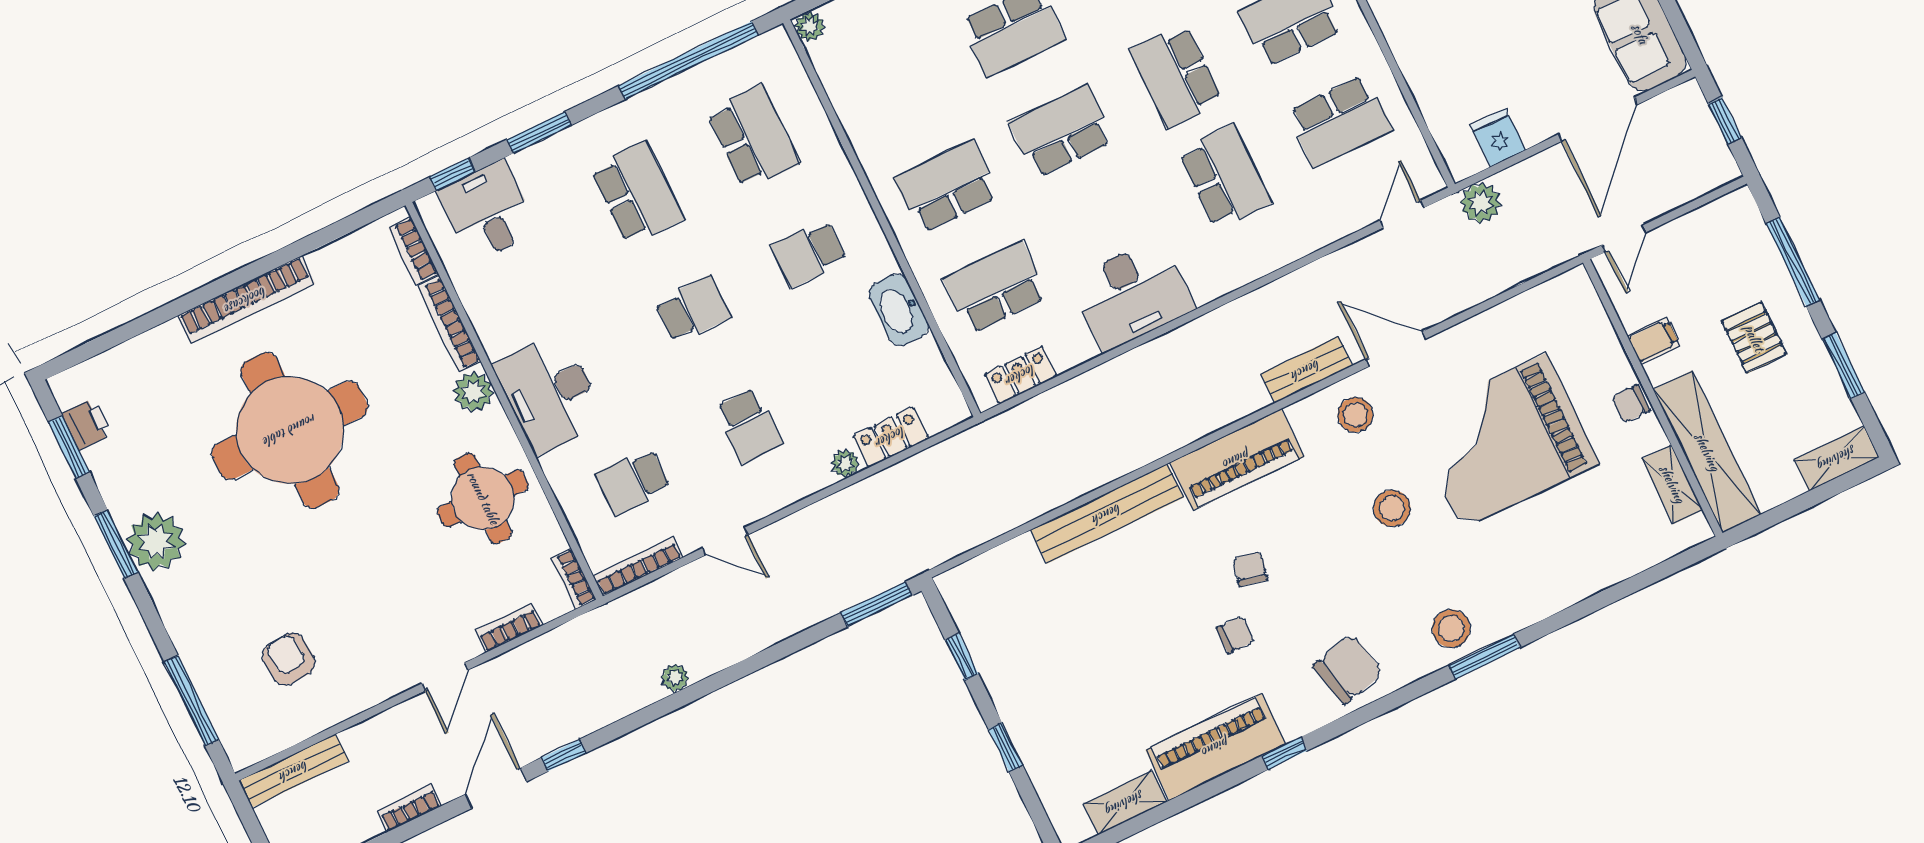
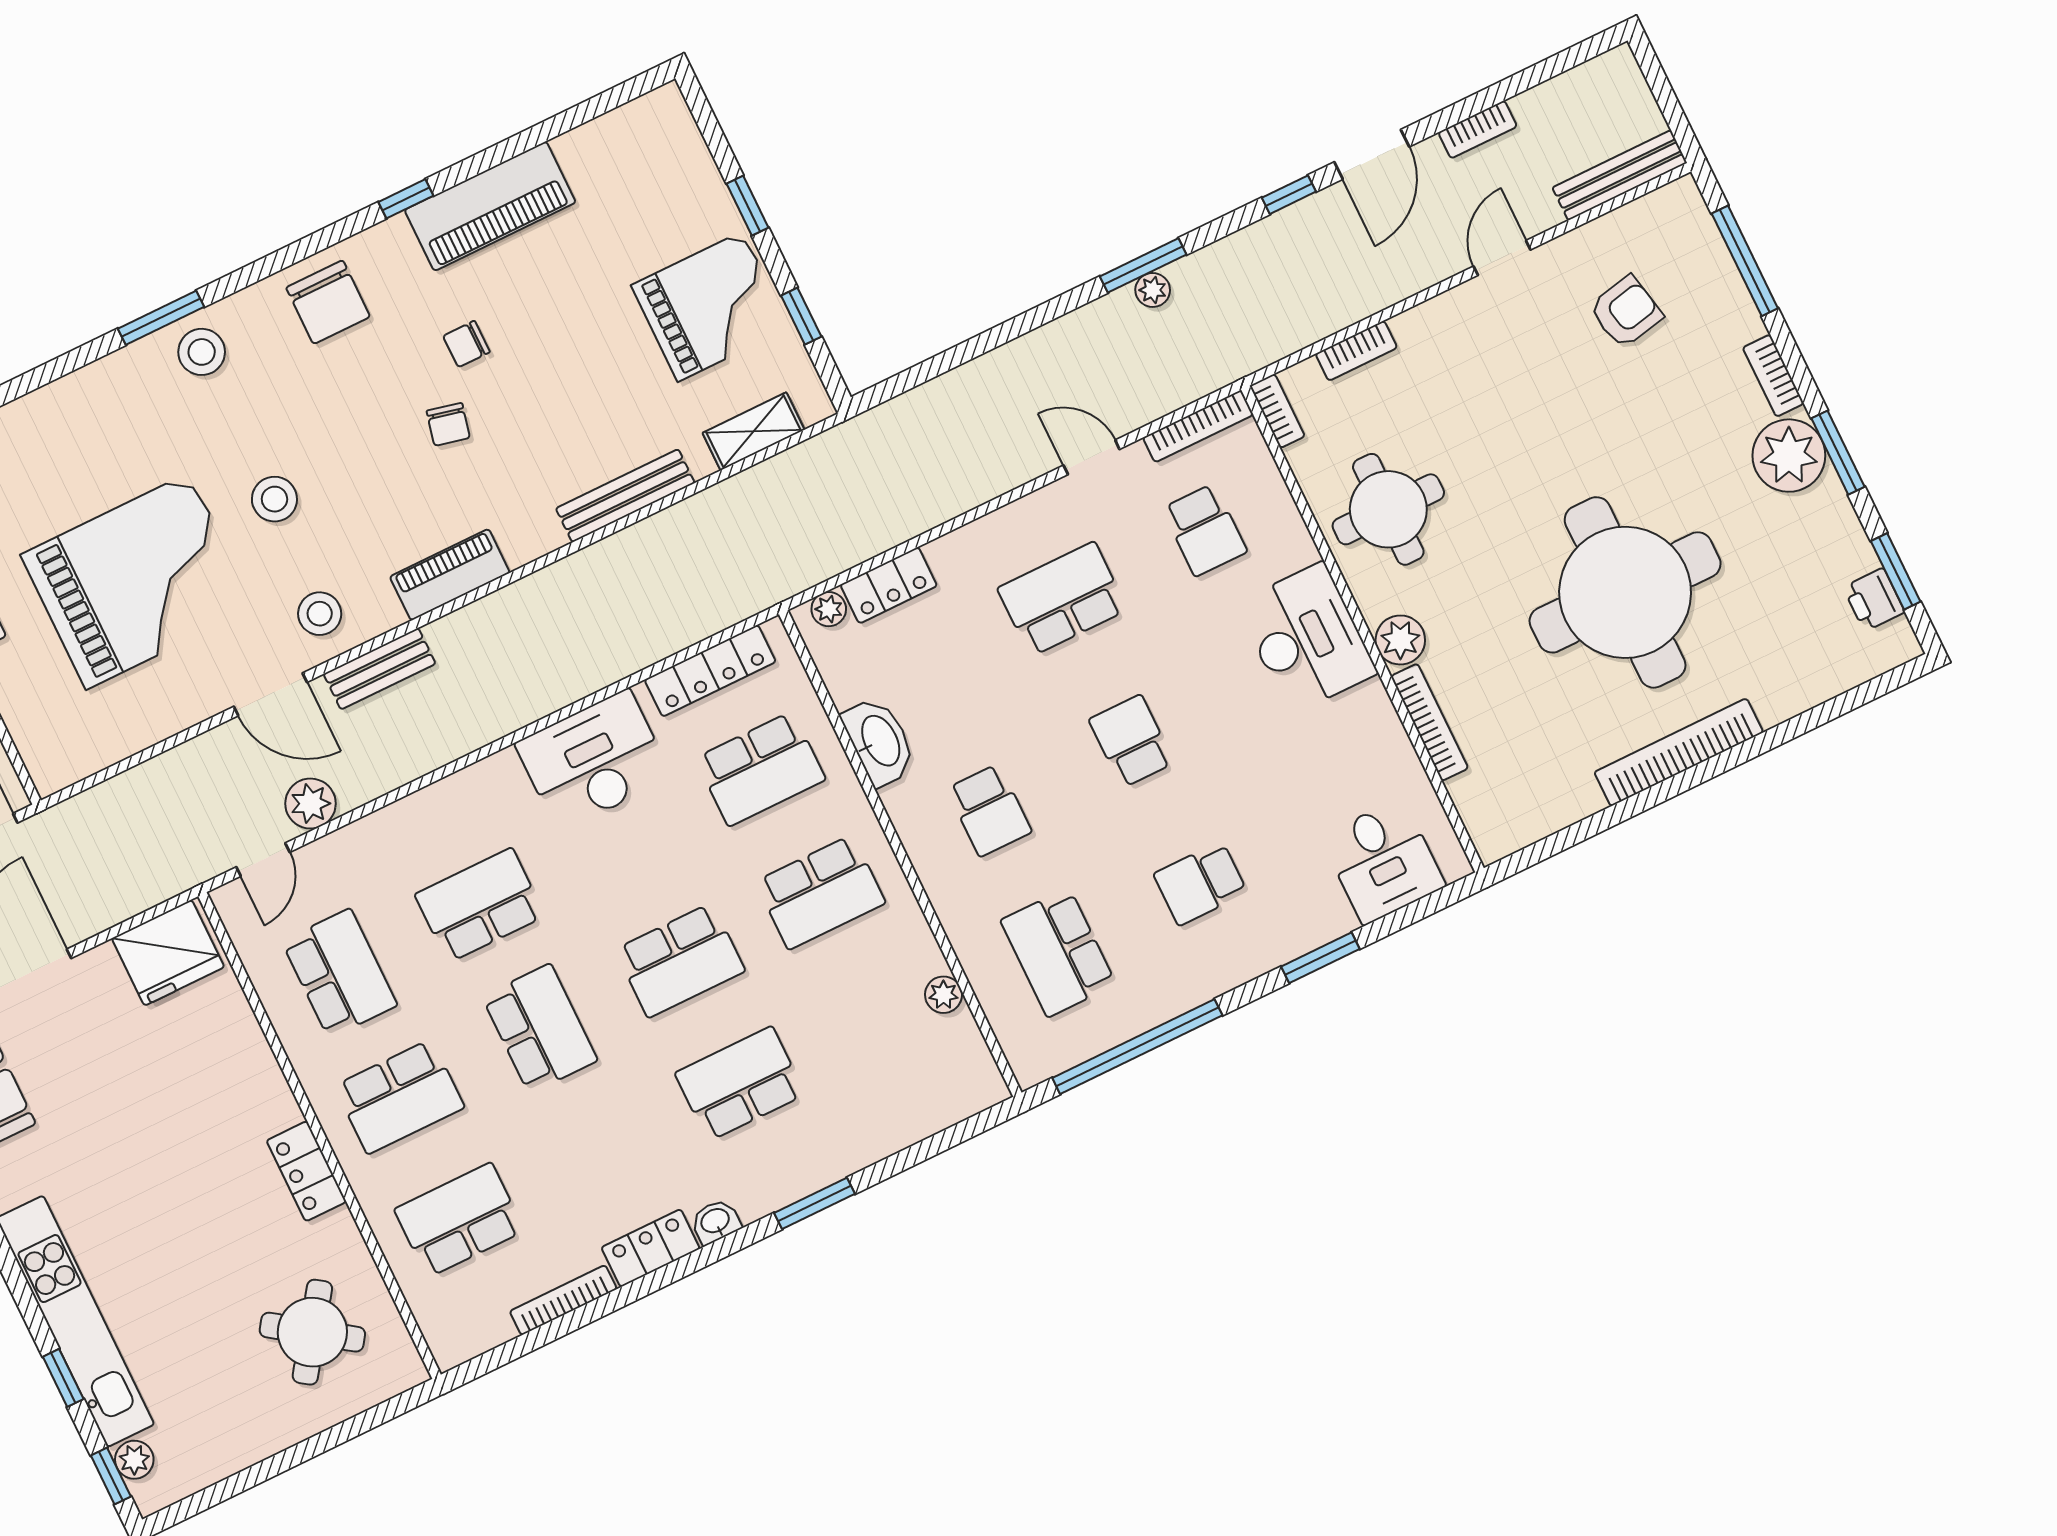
plant: (810, 26) -> (943, 995), moved
school desk: (1340, 121) -> (340, 973), turned 90
fridge: (1498, 138) -> (168, 953), width x1.88, depth x1.34
window: (452, 174) -> (1426, 906), removed
school desk: (1225, 177) -> (480, 905), turned 90
school desk: (637, 193) -> (1200, 883), width x0.54
plant: (1481, 203) -> (310, 804), moved
bookcase: (413, 251) -> (1773, 376), moved, turned 180
school desk: (809, 253) -> (989, 810), turned 90
school desk: (693, 310) -> (1131, 741), turned 90
locker: (1021, 375) -> (710, 671), width x1.53
school desk: (749, 426) -> (1062, 599), width x1.85
piano: (1237, 459) -> (450, 575), width x0.73, depth x0.75
plant: (845, 463) -> (829, 609), moved
school desk: (633, 482) -> (1205, 530), turned 90
bench: (1107, 514) -> (625, 496), width x0.73, depth x0.82
window: (876, 604) -> (1143, 265), moved
armchair: (289, 659) -> (1626, 312), turned -97
grand piano: (1036, 665) -> (710, 307), added
chair: (1348, 669) -> (328, 302), turned -76
door: (445, 677) -> (1502, 258), moved
shelving: (1125, 803) -> (754, 431), moved

